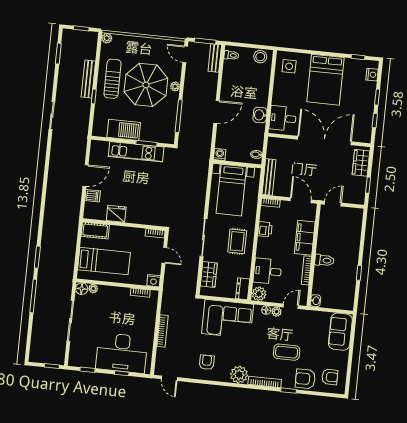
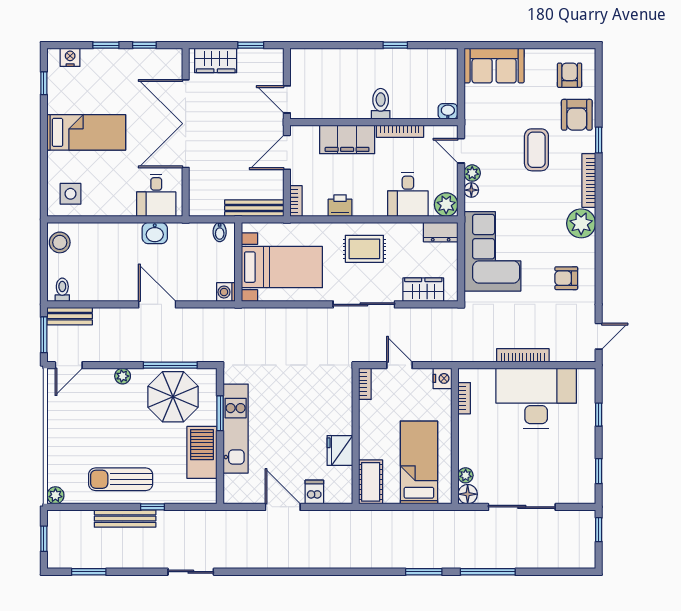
bed: (325, 80) -> (86, 132), width x0.67
parasol: (146, 85) -> (173, 397), moved, width x0.73, depth x0.73
door: (164, 255) -> (399, 365), hinge flipped
desk: (122, 353) -> (536, 398), moved, turned -90

